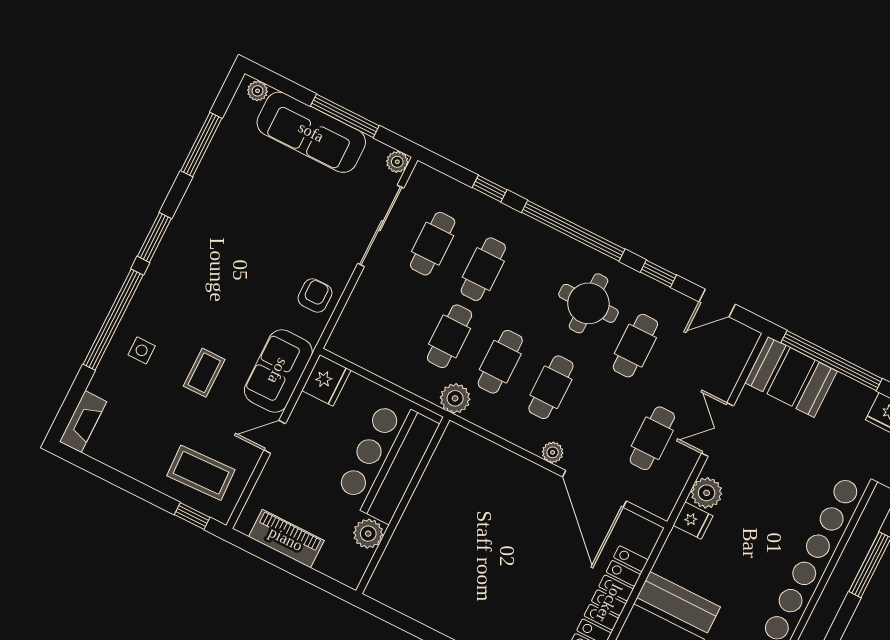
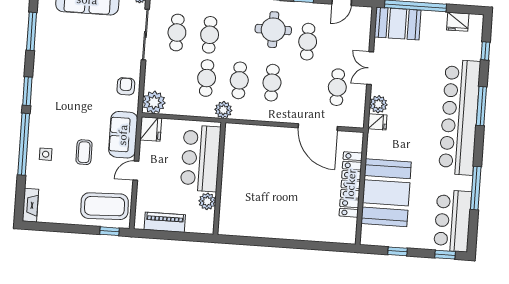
plant: (553, 452) -> (154, 102), moved, width x1.87, depth x1.87
coffee table: (201, 473) -> (105, 206), width x1.36, depth x1.32

